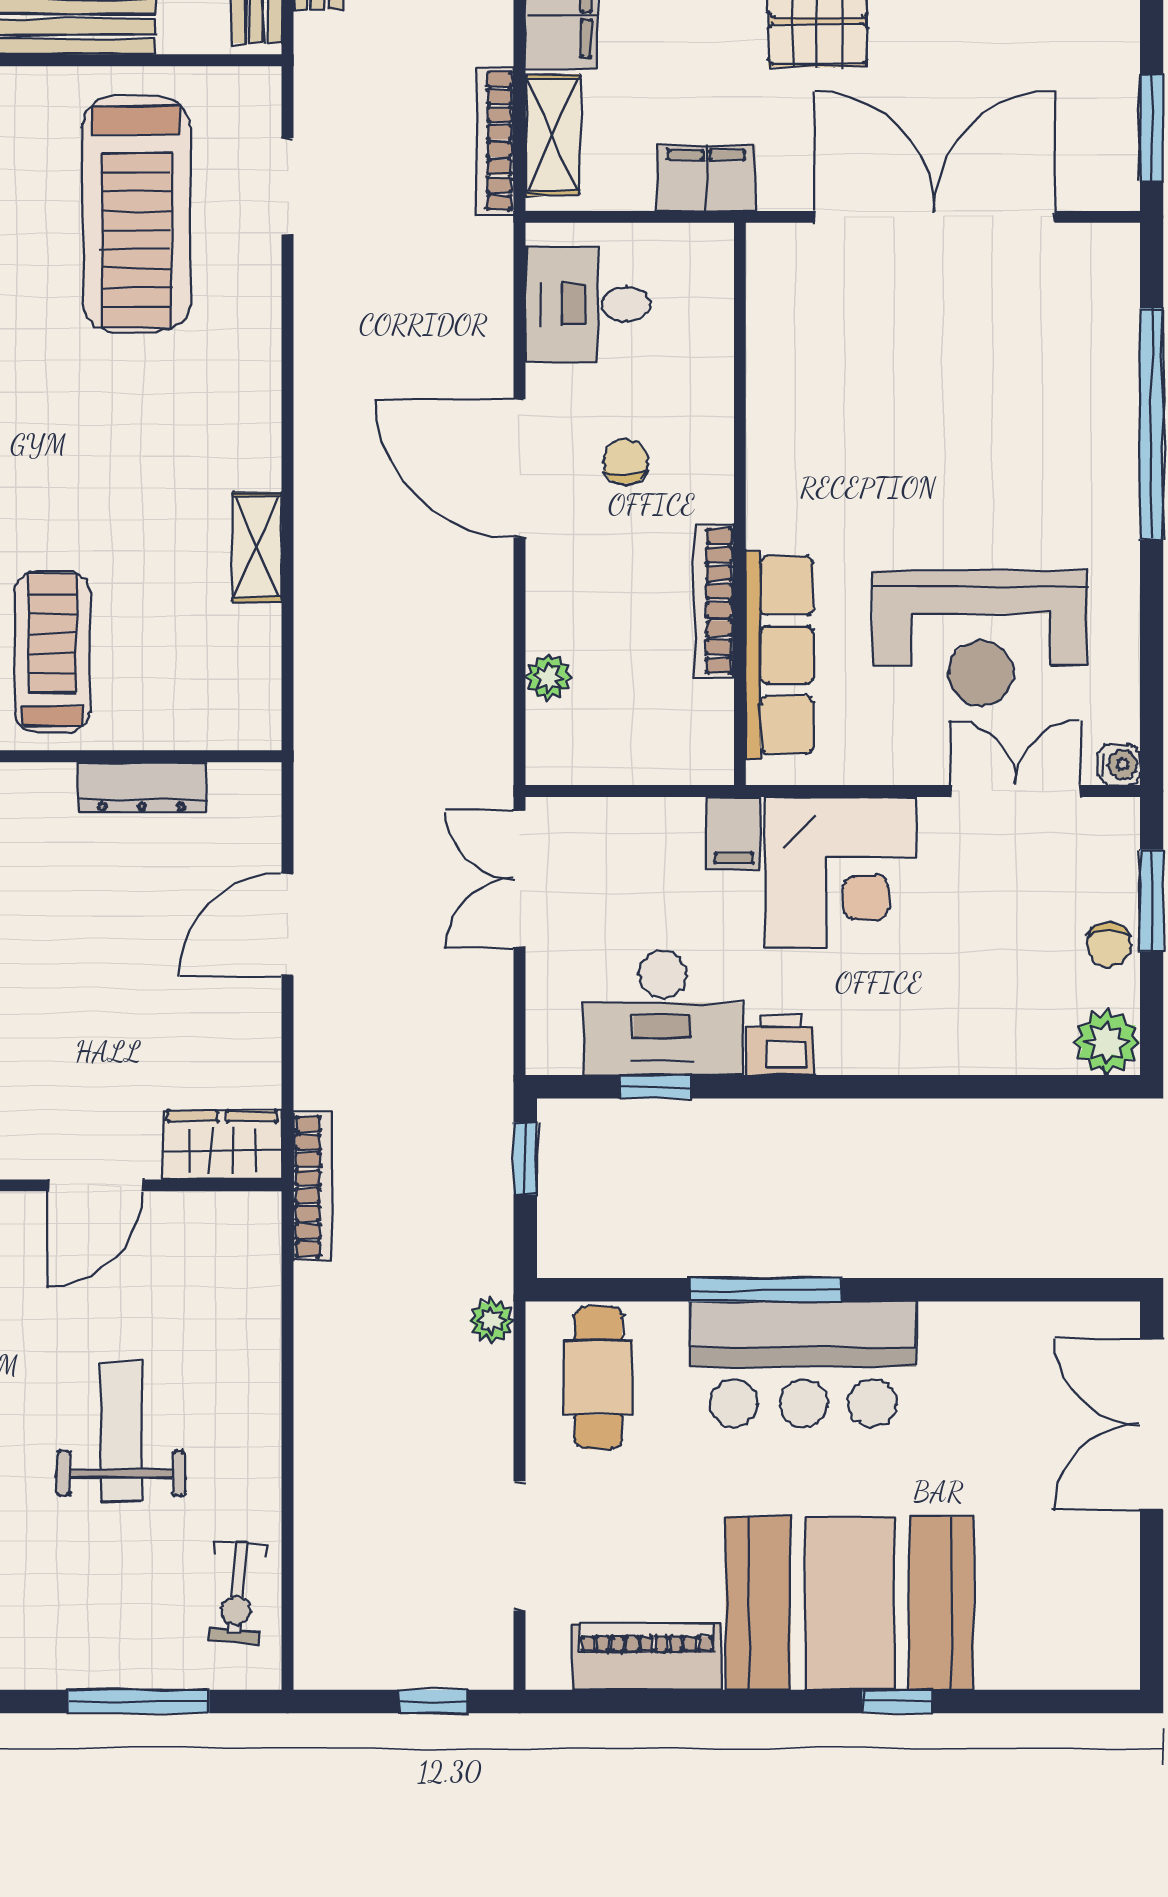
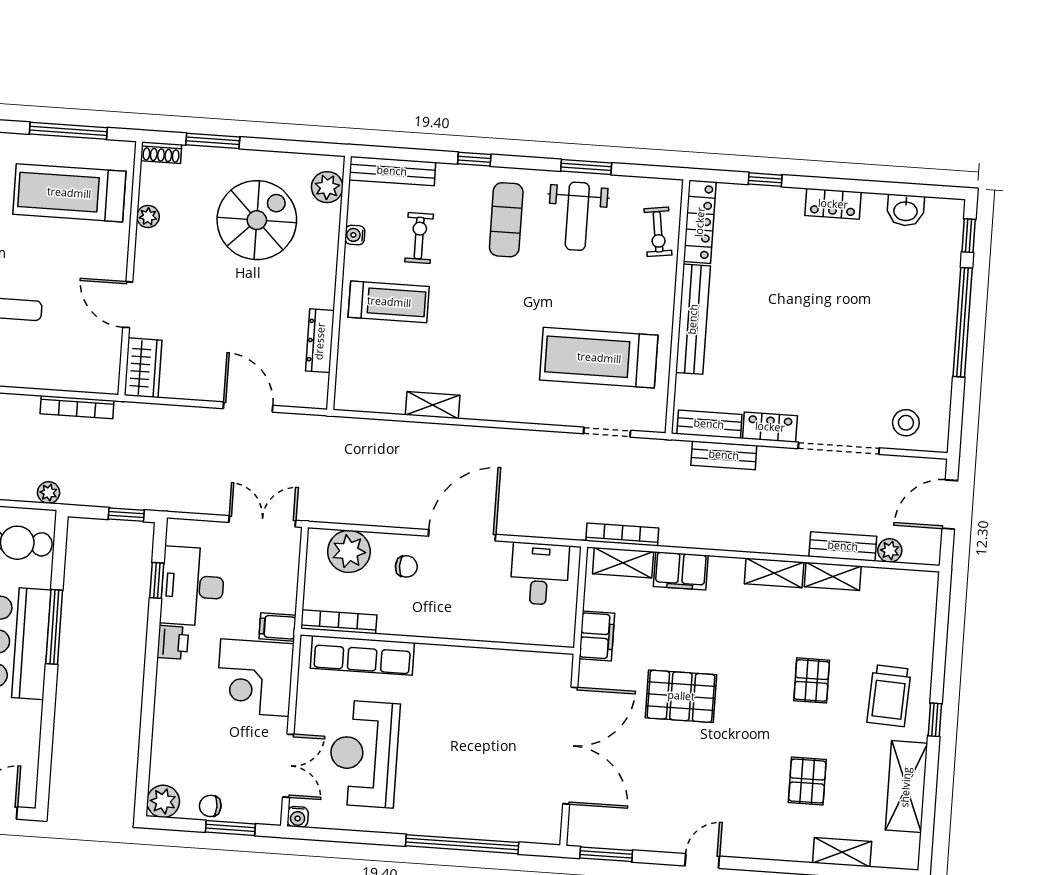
chair: (626, 461) -> (406, 566), moved
bookcase: (714, 601) -> (339, 622), moved
plant: (548, 677) -> (349, 551), width x1.87, depth x1.87
bookcase: (312, 1187) -> (77, 407), moved

